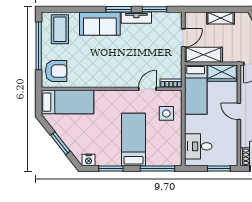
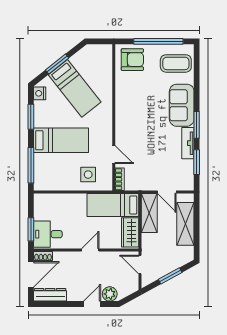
shelving: (221, 18) -> (185, 224), width x1.50, depth x1.33
armchair: (56, 71) -> (132, 60), turned -90
bed: (67, 102) -> (75, 88), moved, turned -38
desk: (198, 146) -> (48, 234), moved, turned -90

